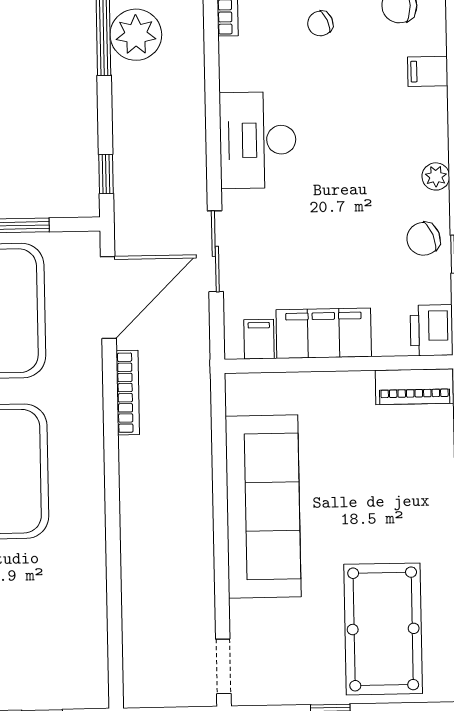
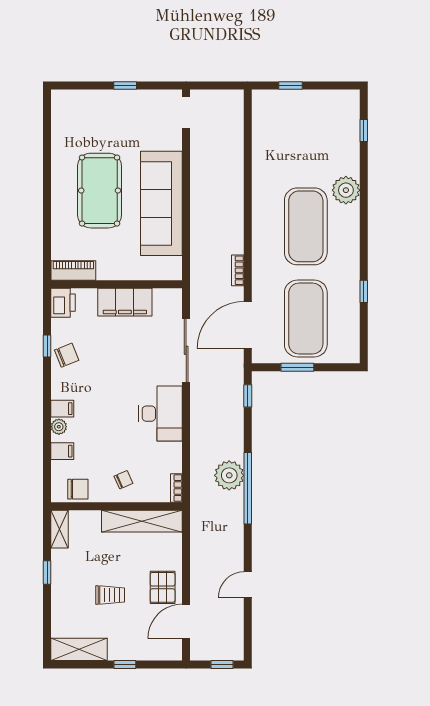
plant: (436, 176) -> (59, 427), moved
sliding door: (215, 251) -> (186, 350), width x1.37
filing cabinet: (259, 339) -> (62, 409), moved, turned -90
bookcase: (128, 393) -> (238, 270), width x0.64
pool table: (383, 629) -> (100, 191), moved

